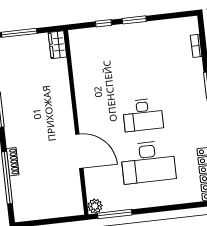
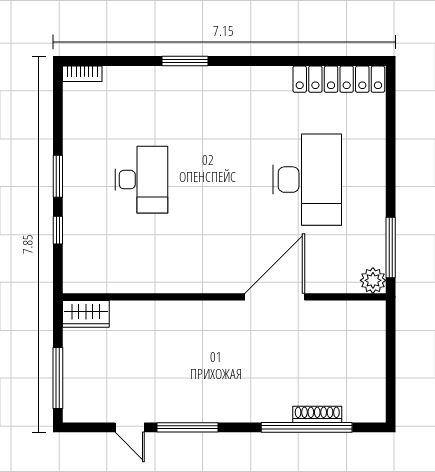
bookcase: (196, 46) -> (82, 74), moved
desk: (143, 115) -> (141, 180), moved
shoe rack: (13, 162) -> (317, 414), moved

